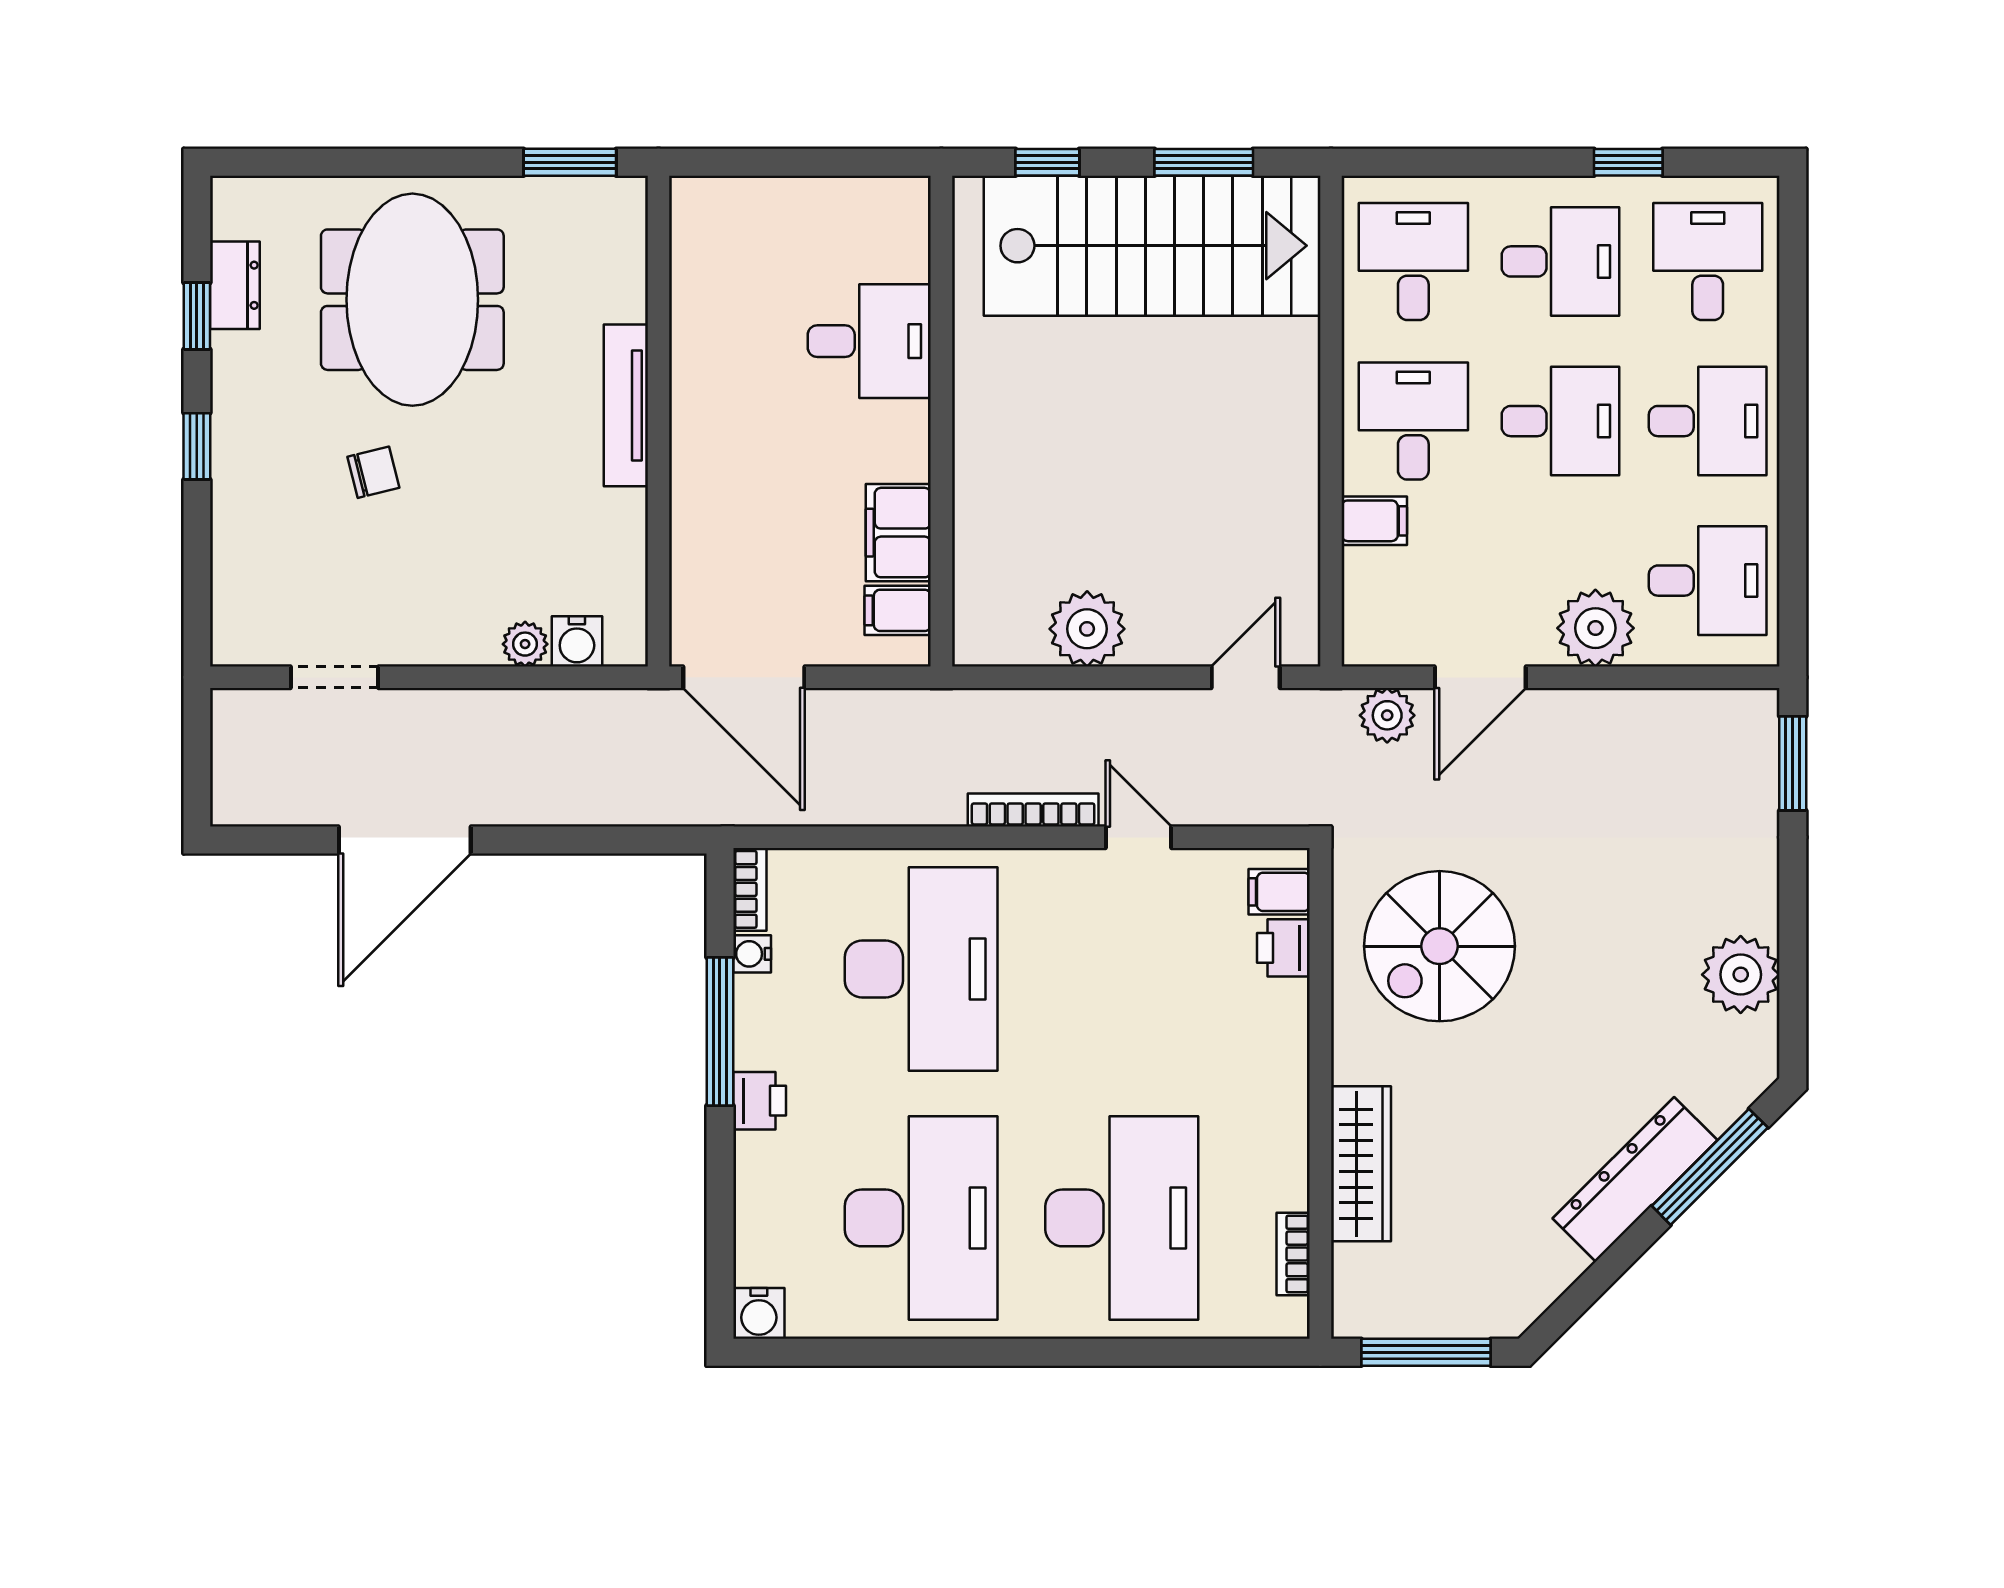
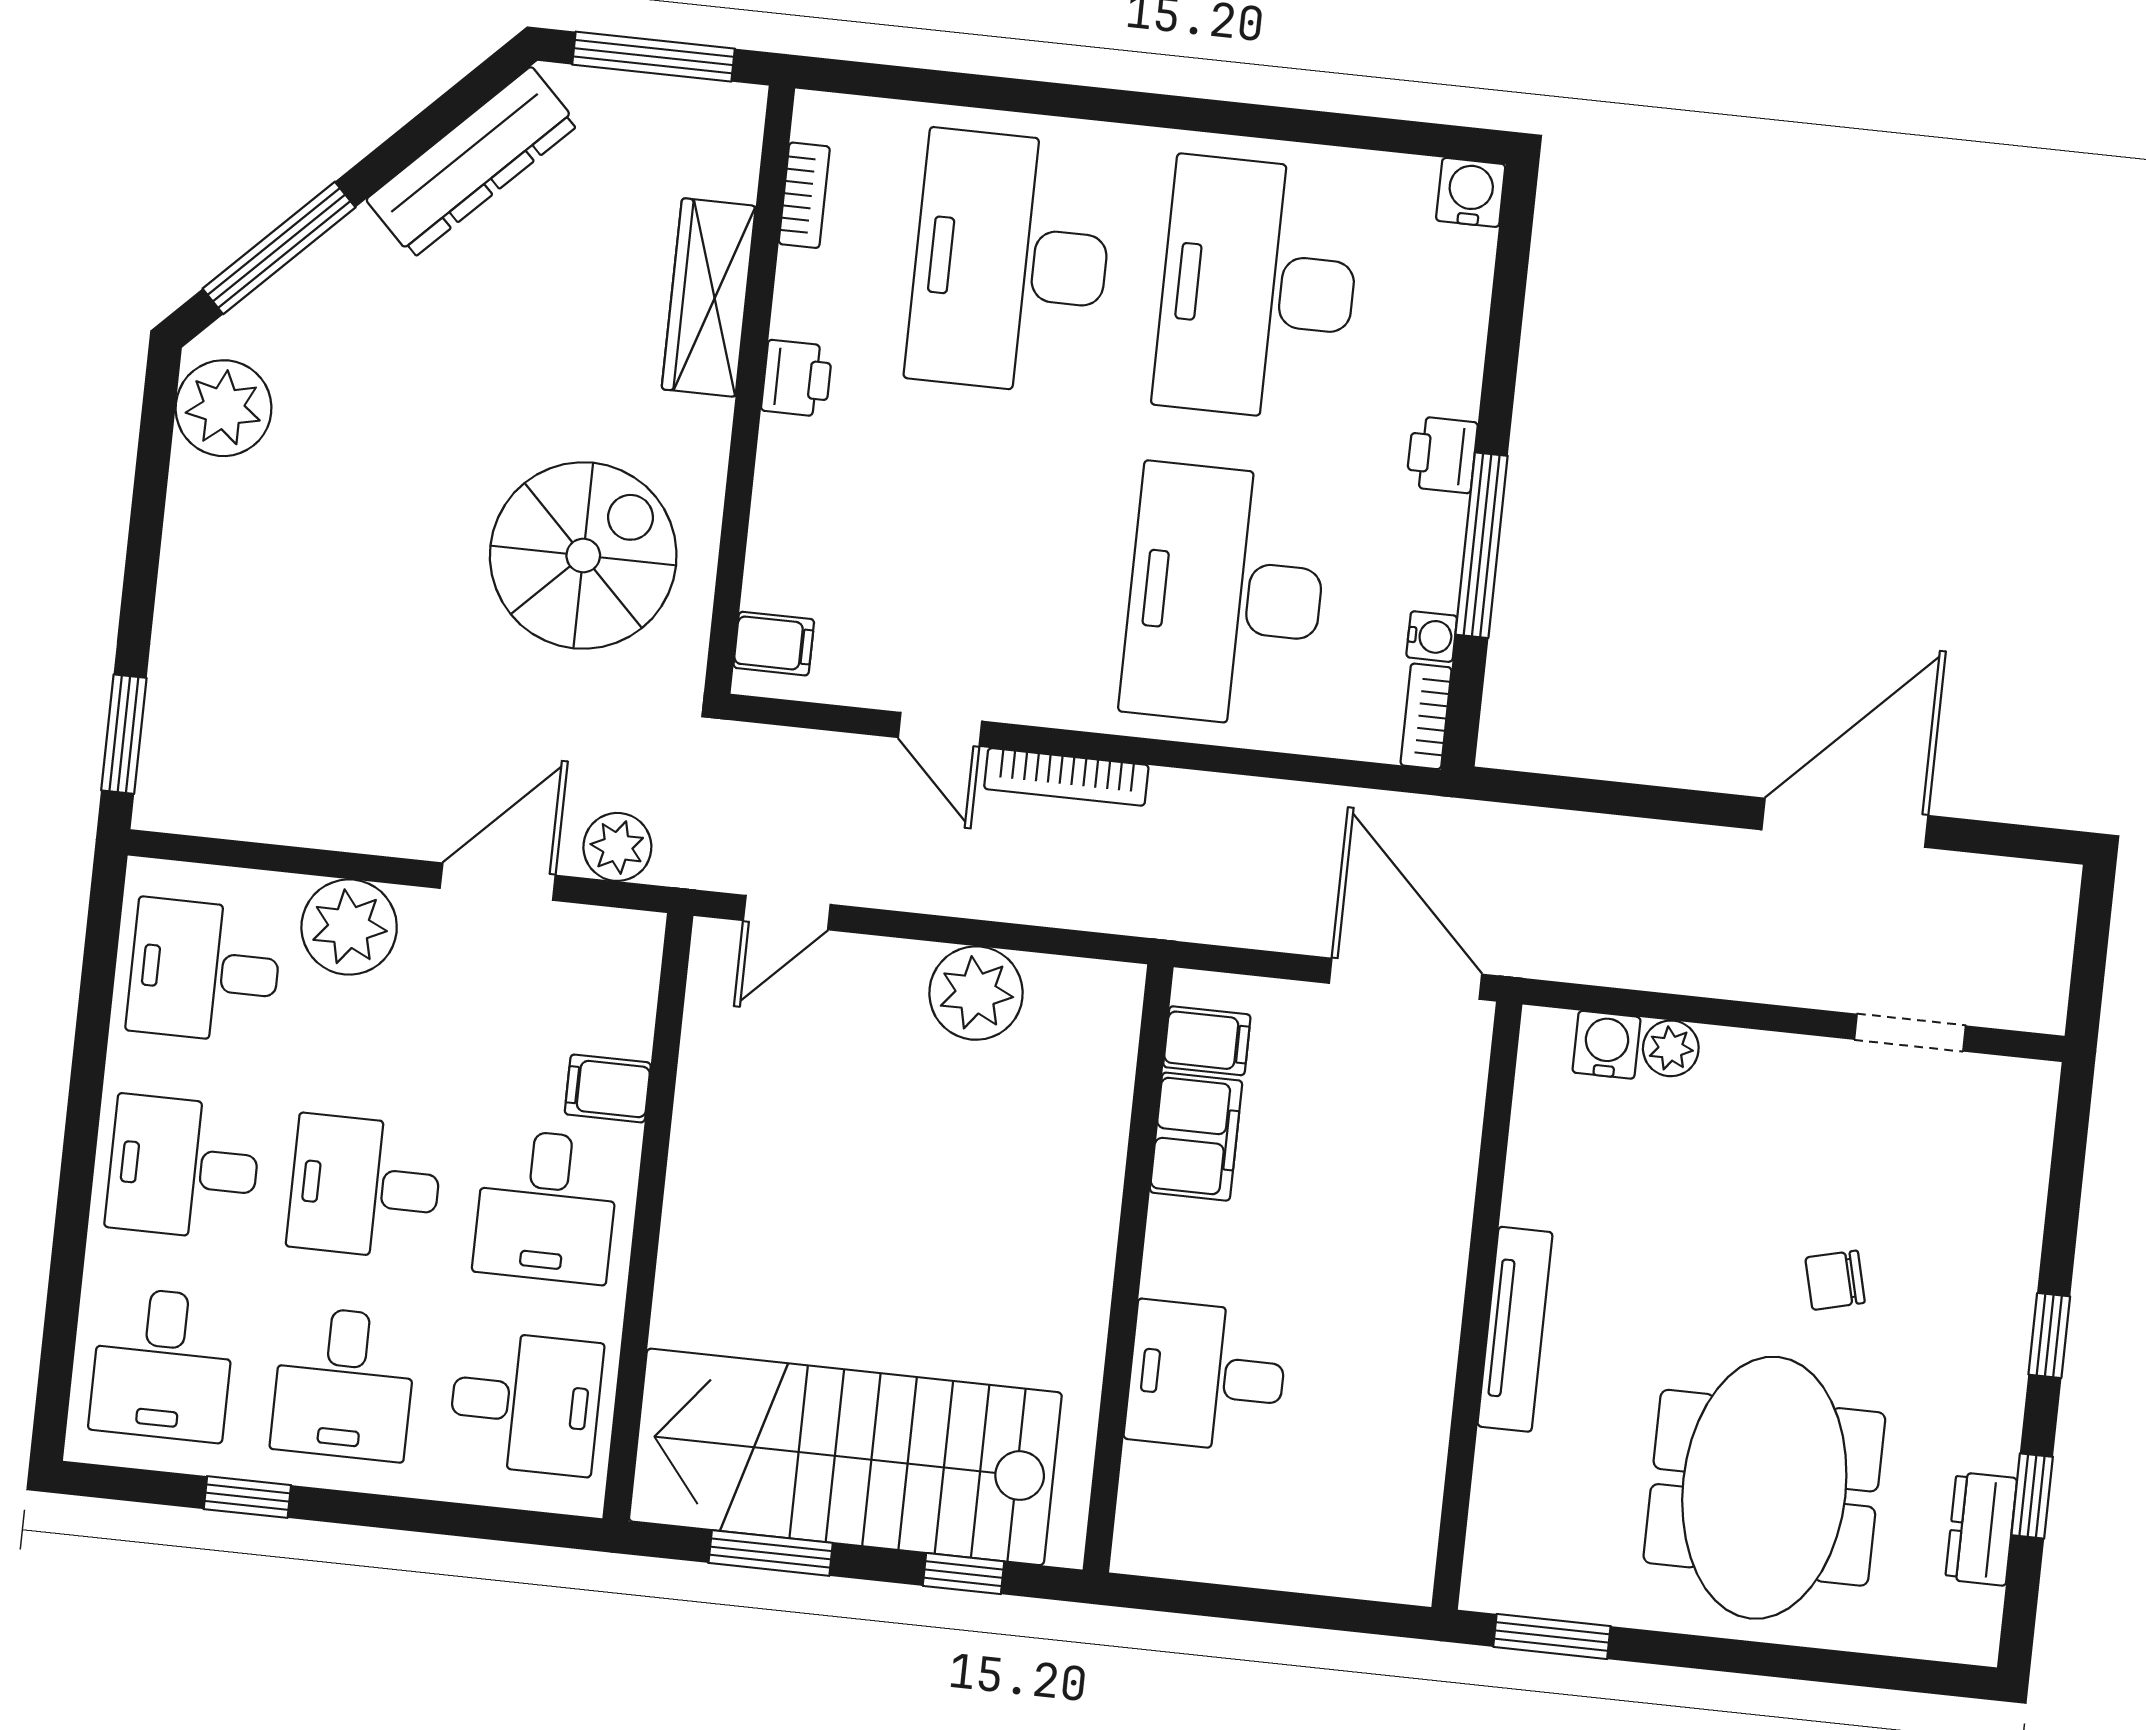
desk: (1413, 261) -> (525, 1403), turned -90
desk: (1561, 261) -> (344, 1384), turned -90
printer: (1283, 948) -> (797, 378), moved
plant: (1741, 975) -> (224, 408), moved
dresser: (1635, 1179) -> (472, 162), moved

